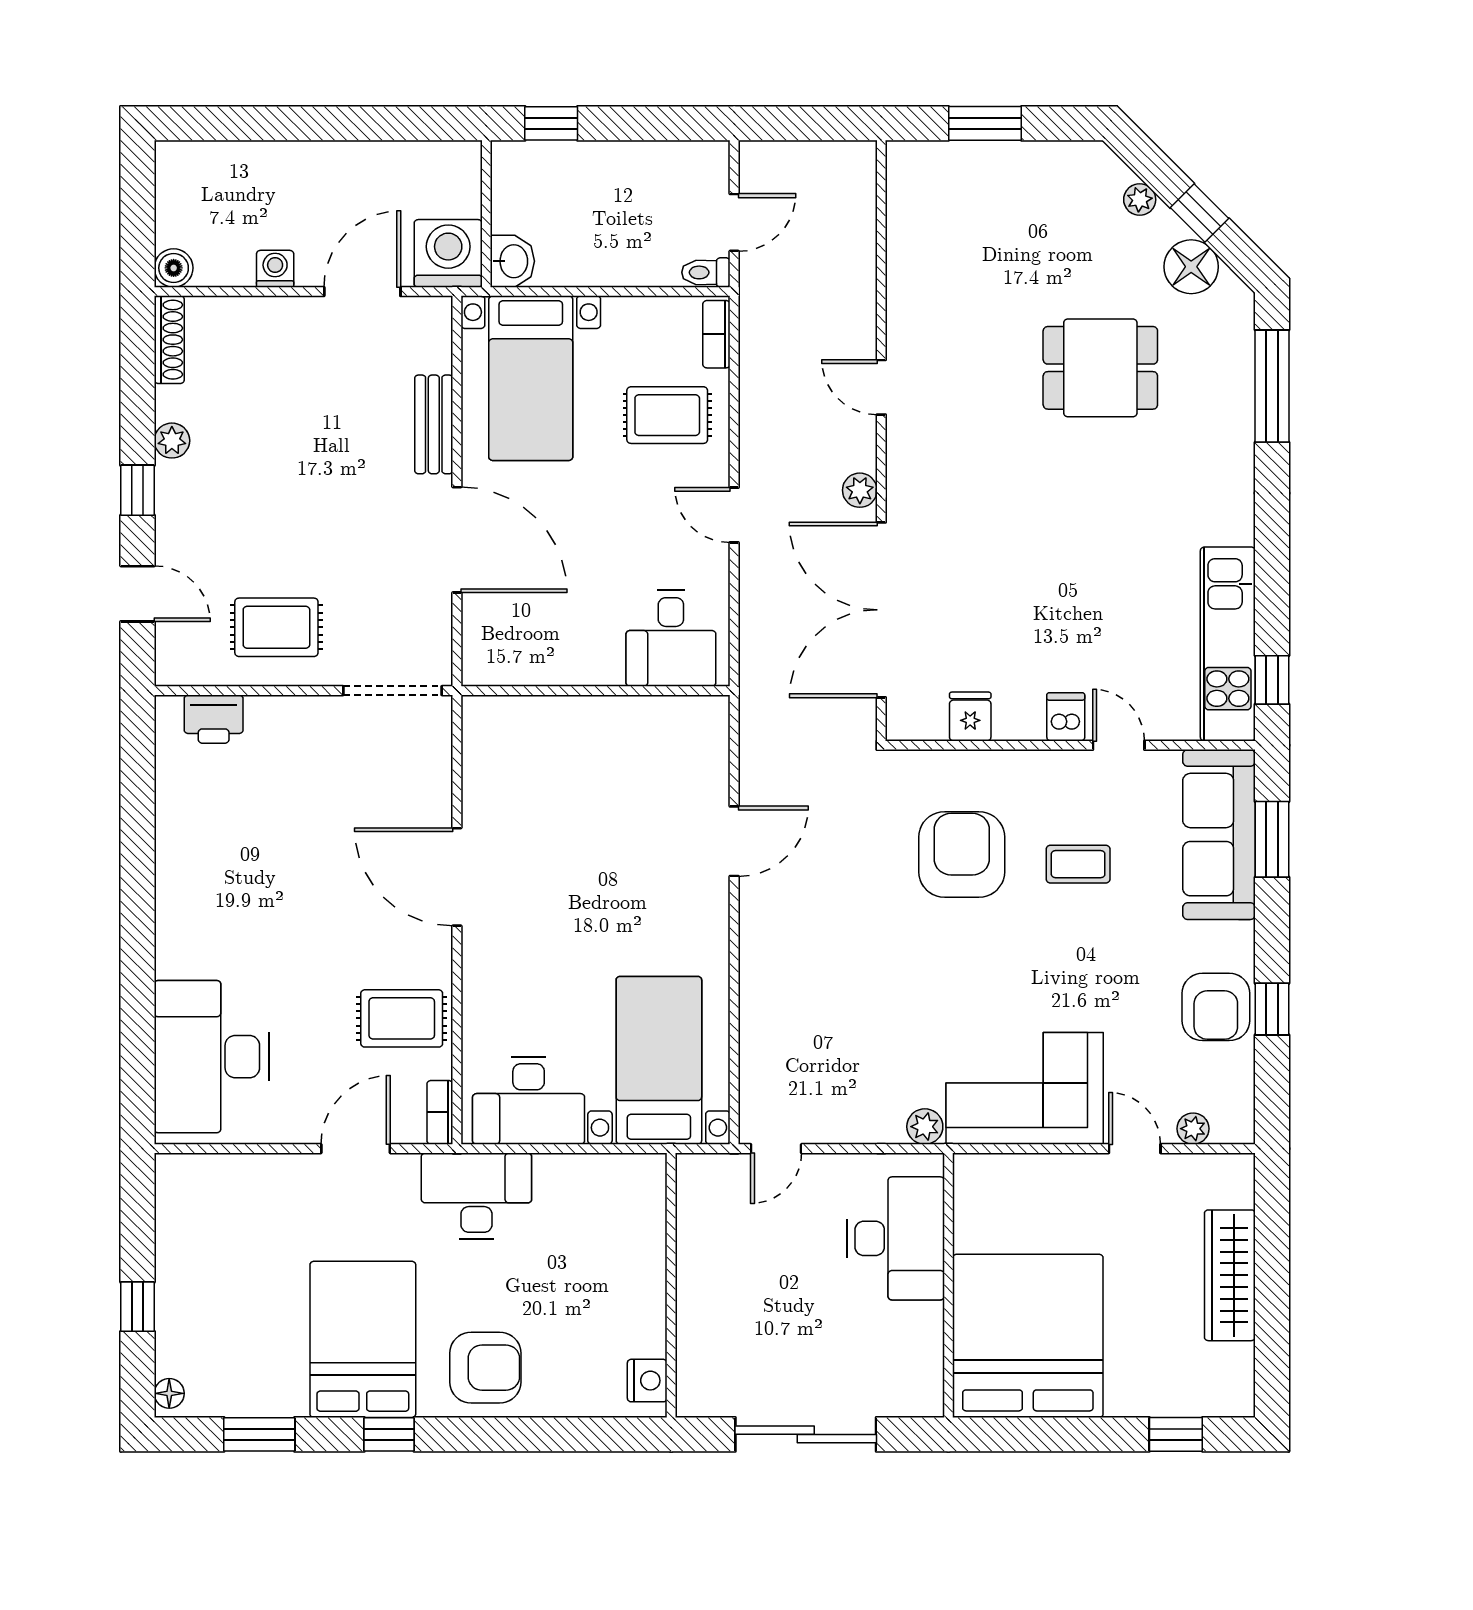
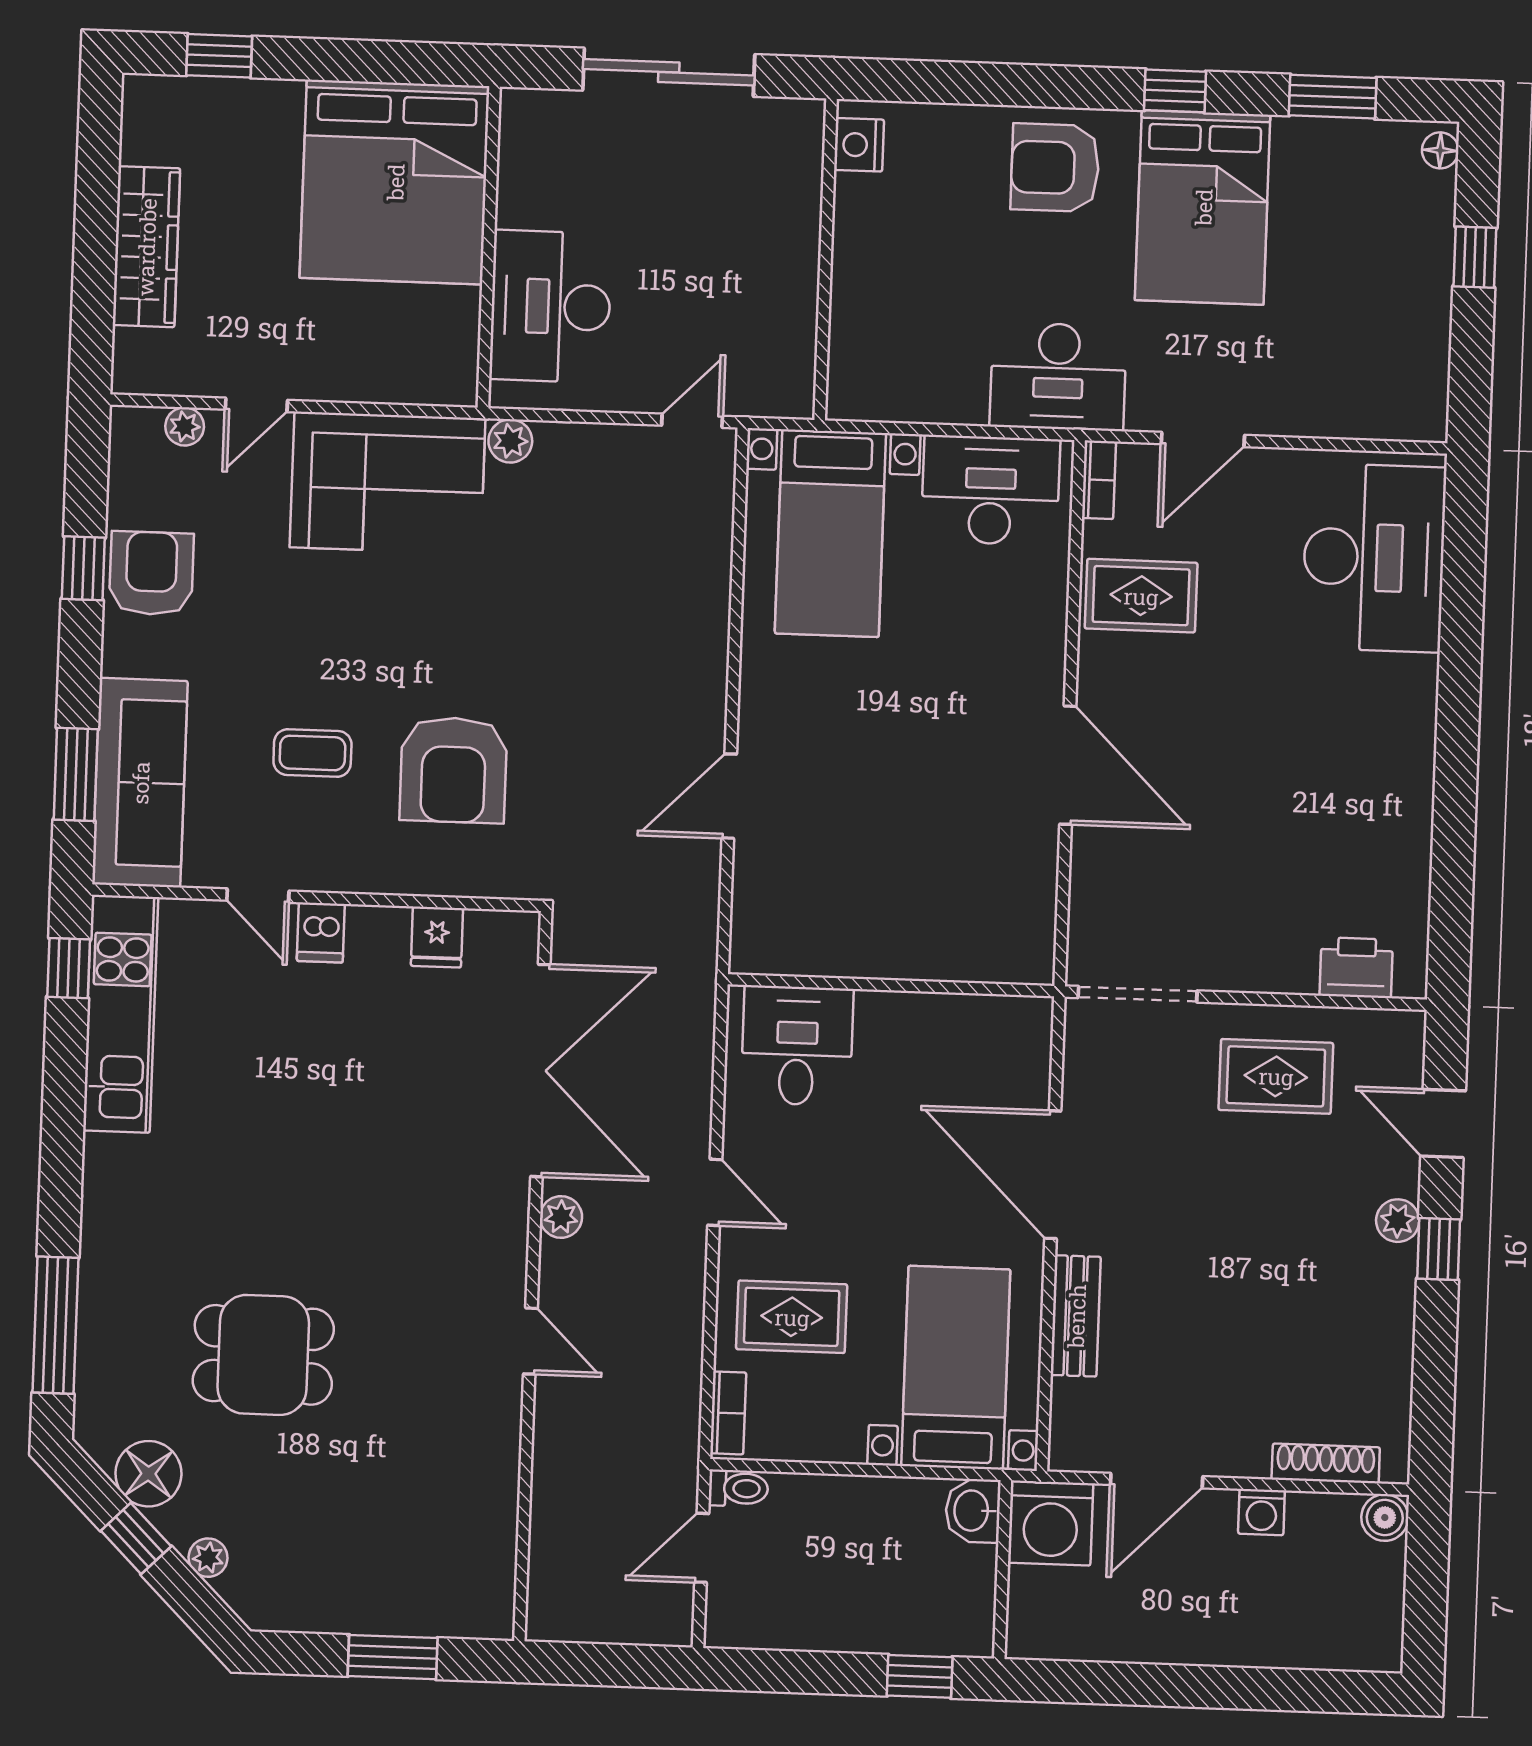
shoe rack: (169, 340) -> (1326, 1463), moved, turned 90
plant: (172, 441) -> (1398, 1221), moved
door: (1135, 1149) -> (256, 405), hinge flipped

